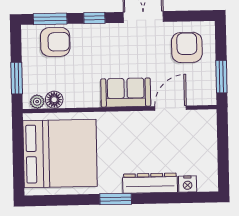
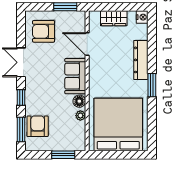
floor lamp: (54, 100) -> (79, 101), moved
plant: (37, 102) -> (80, 116), moved
wardrobe: (207, 144) -> (114, 18), added
nightstand: (188, 184) -> (142, 17), moved

